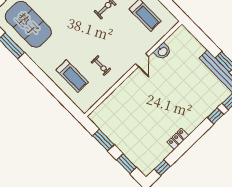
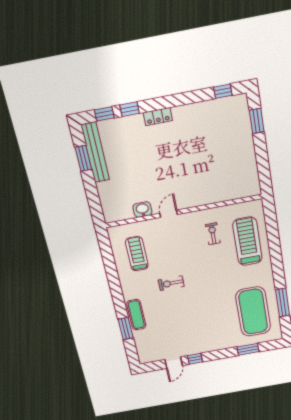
treadmill: (72, 76) -> (247, 241), width x1.37, depth x1.38
locker: (178, 139) -> (158, 117), moved
window: (103, 140) -> (262, 161), removed

